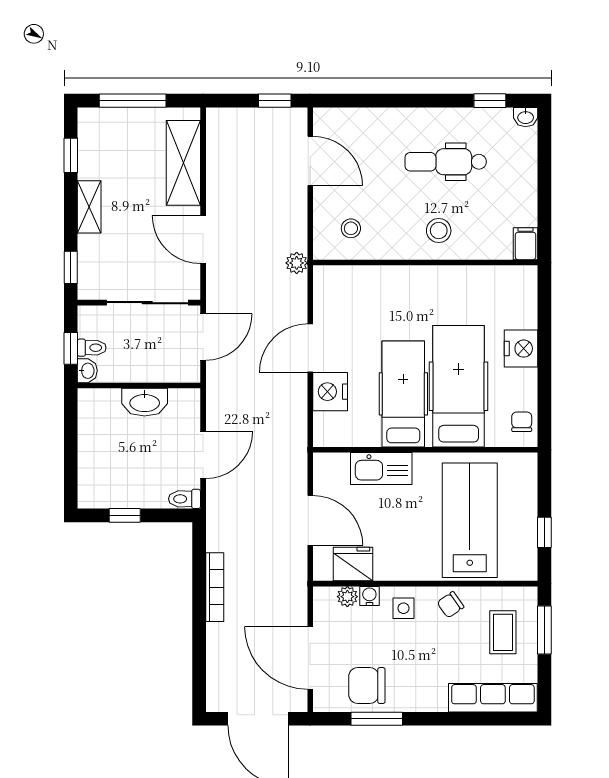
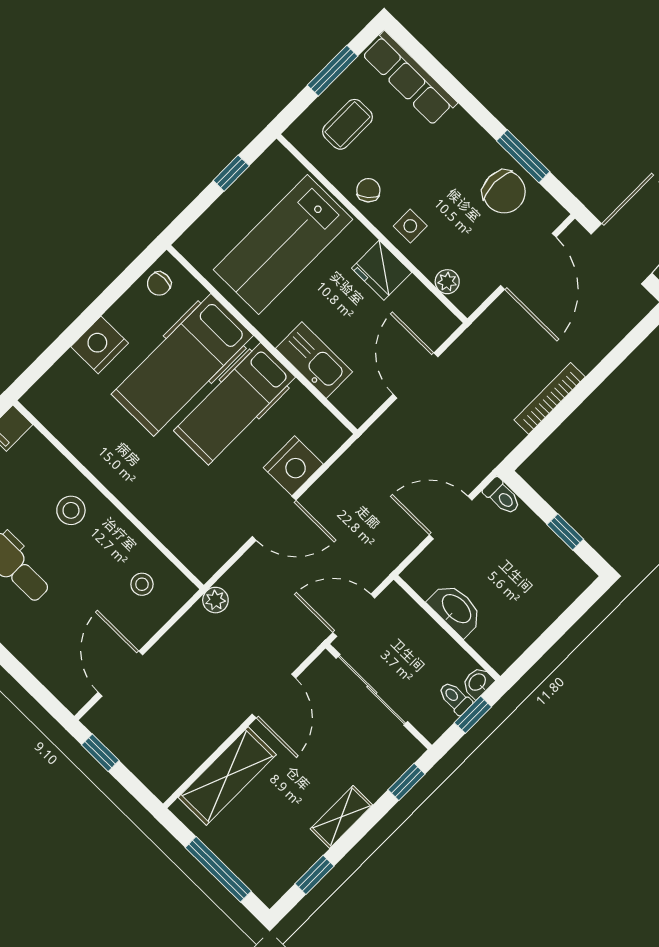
fridge: (353, 564) -> (382, 270), moved
water cooler: (369, 596) -> (428, 264), removed
chair: (451, 605) -> (368, 190), turned -96
window: (544, 630) -> (333, 71), moved

